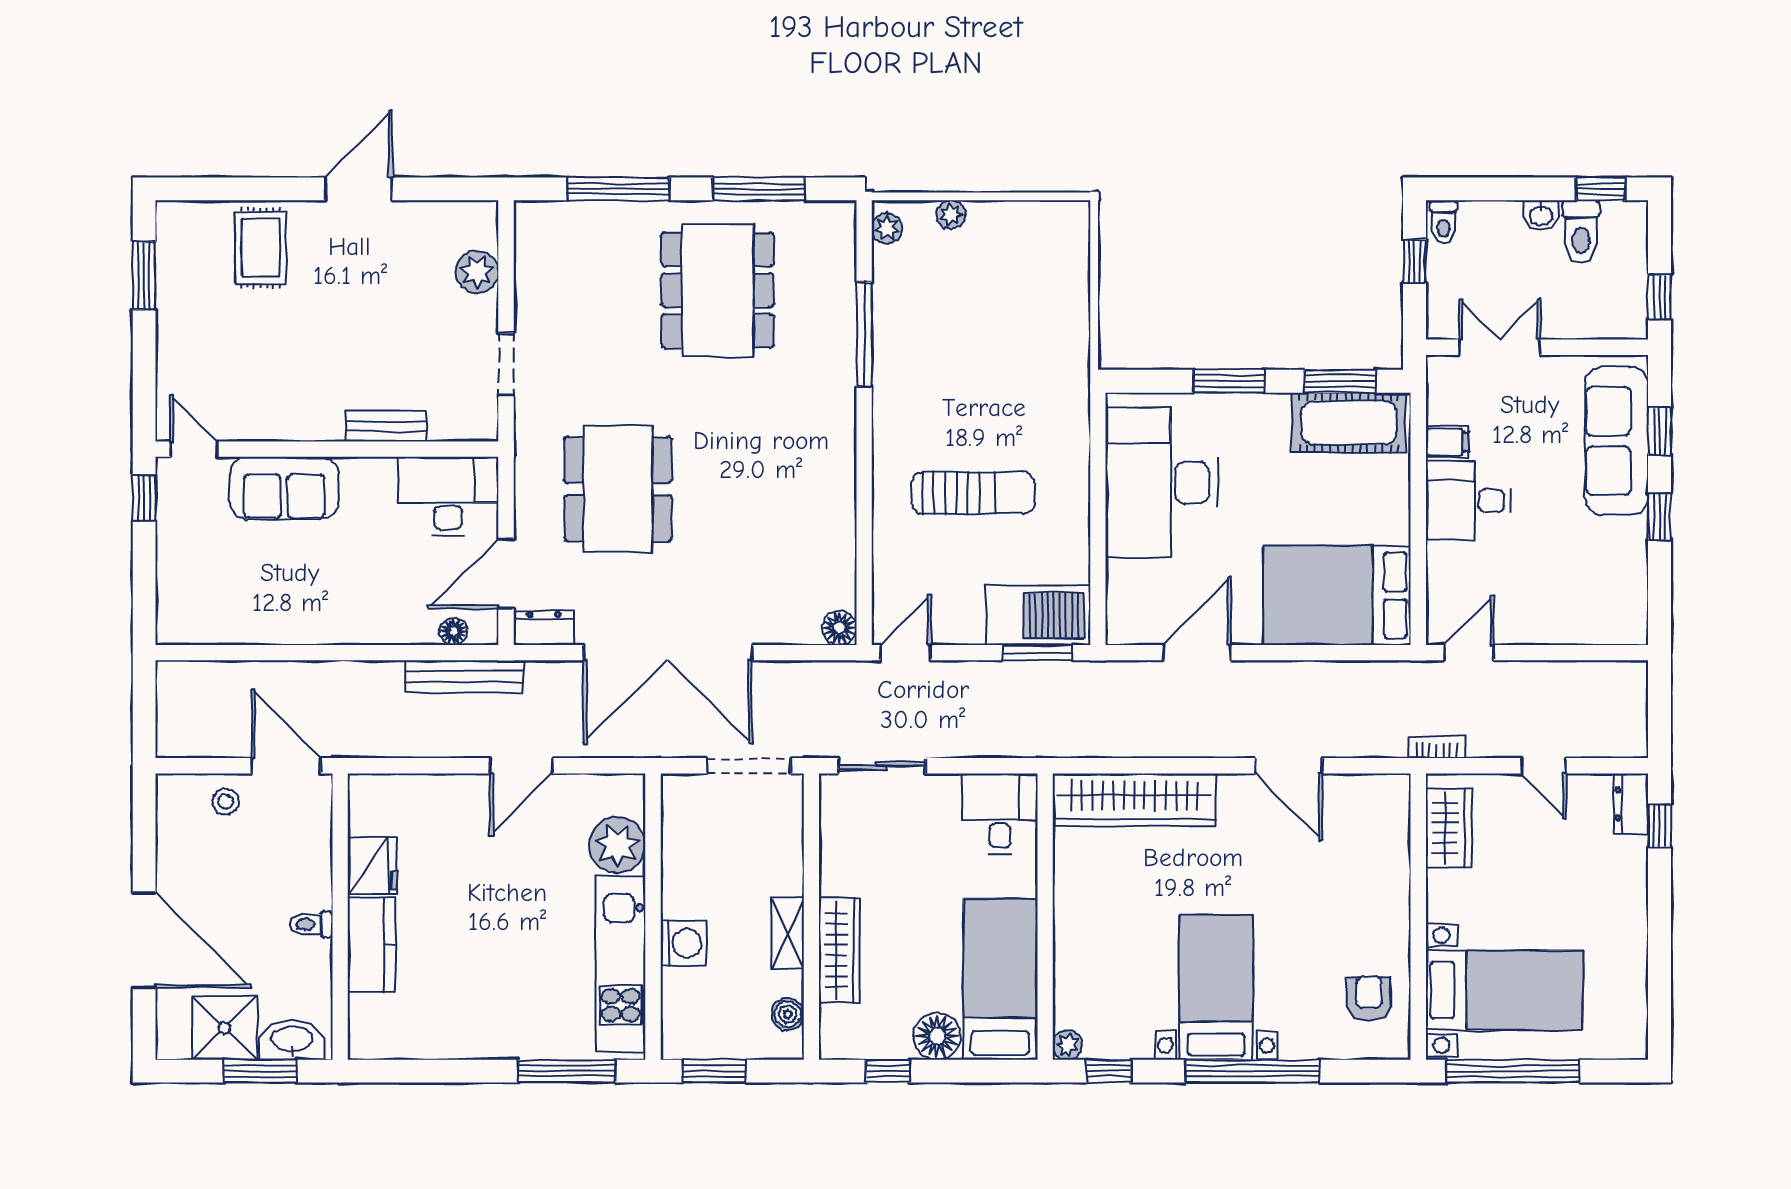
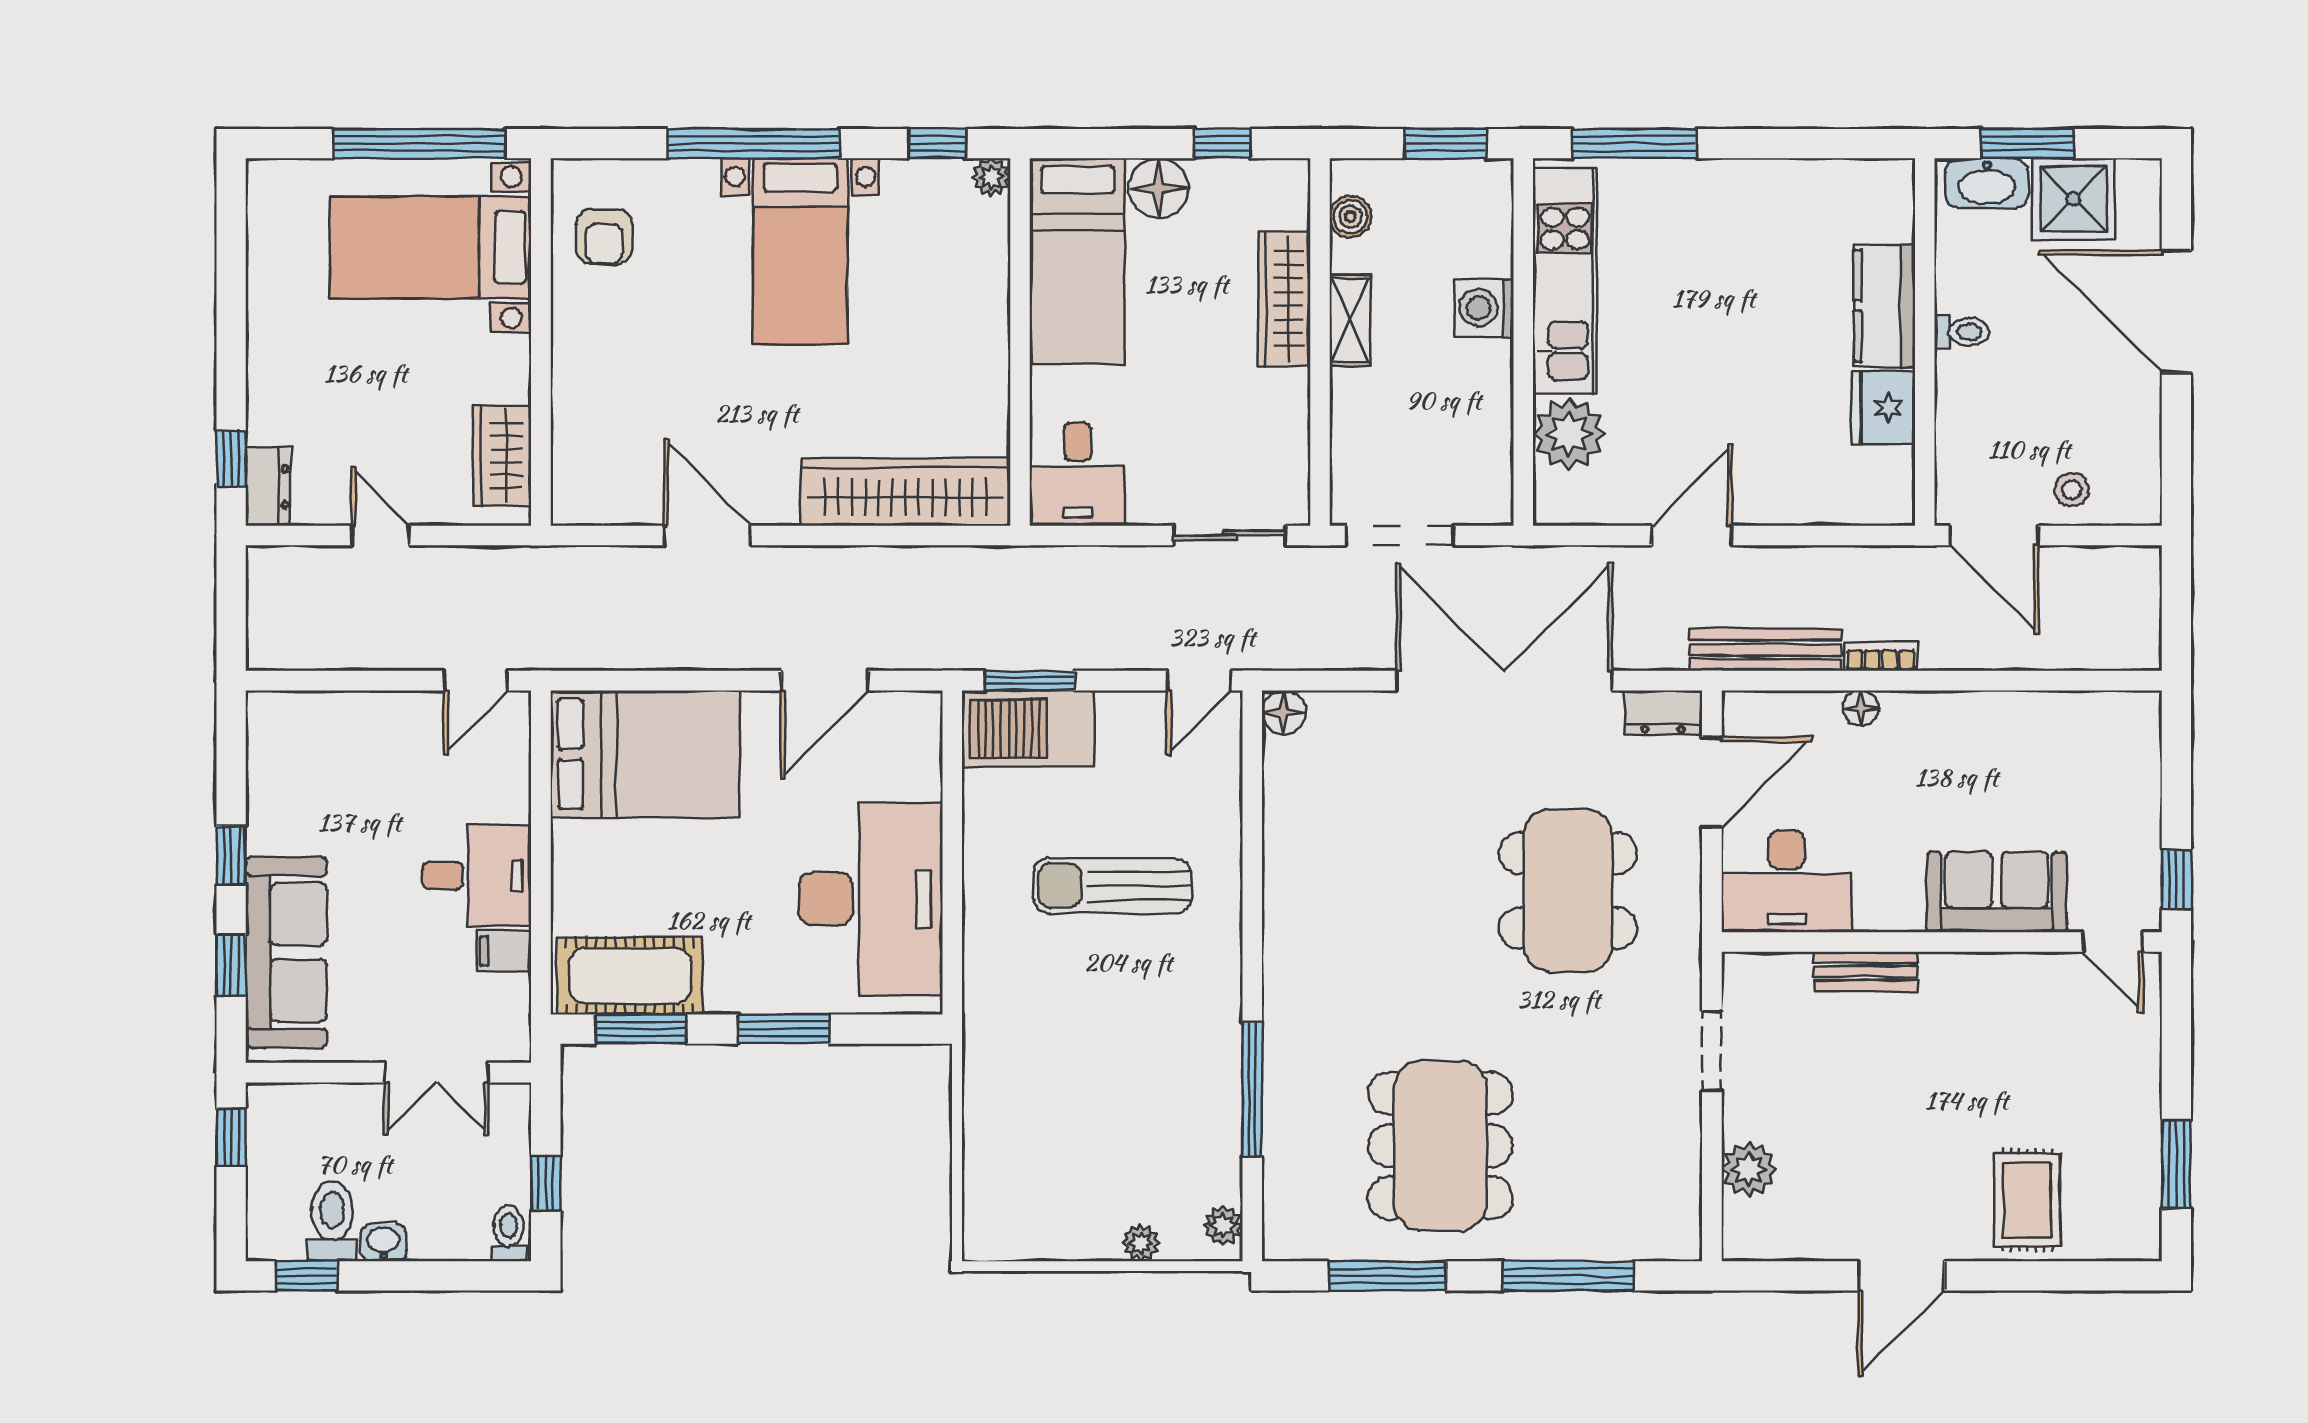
floor lamp: (454, 631) -> (1861, 708), moved
bookcase: (1437, 747) -> (1881, 657), moved, turned 180

